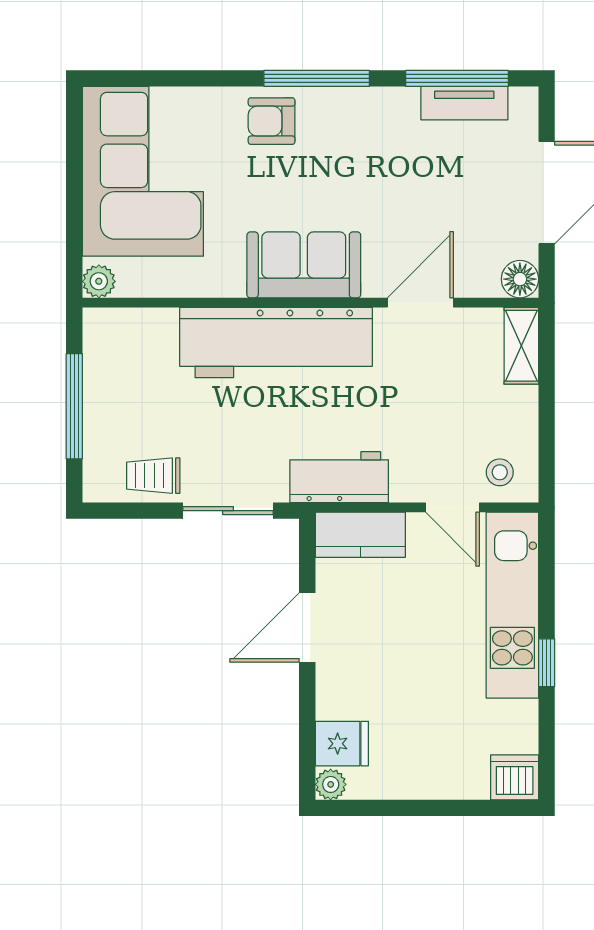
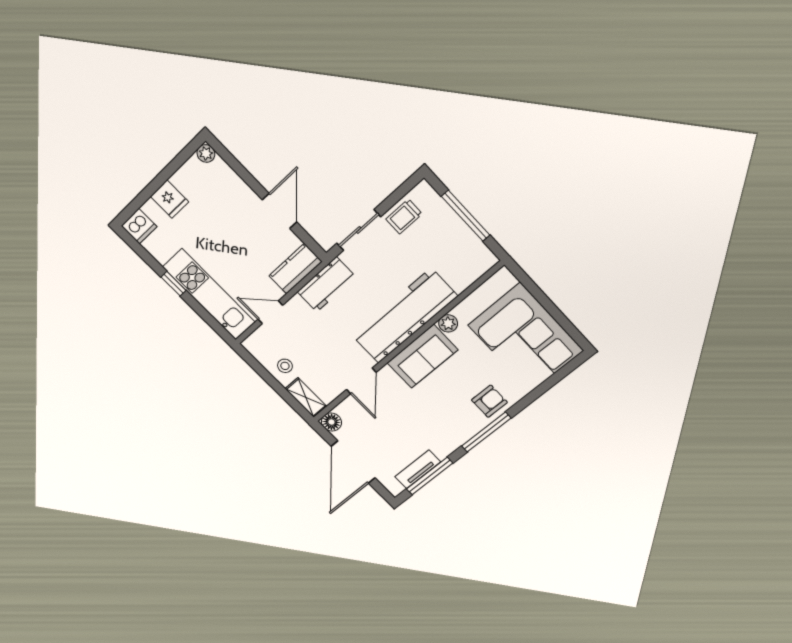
plant: (99, 281) -> (448, 323), moved
stool: (500, 472) -> (285, 366), moved
trolley: (153, 476) -> (404, 216), turned 180
fridge: (342, 744) -> (170, 199), moved, turned -90

